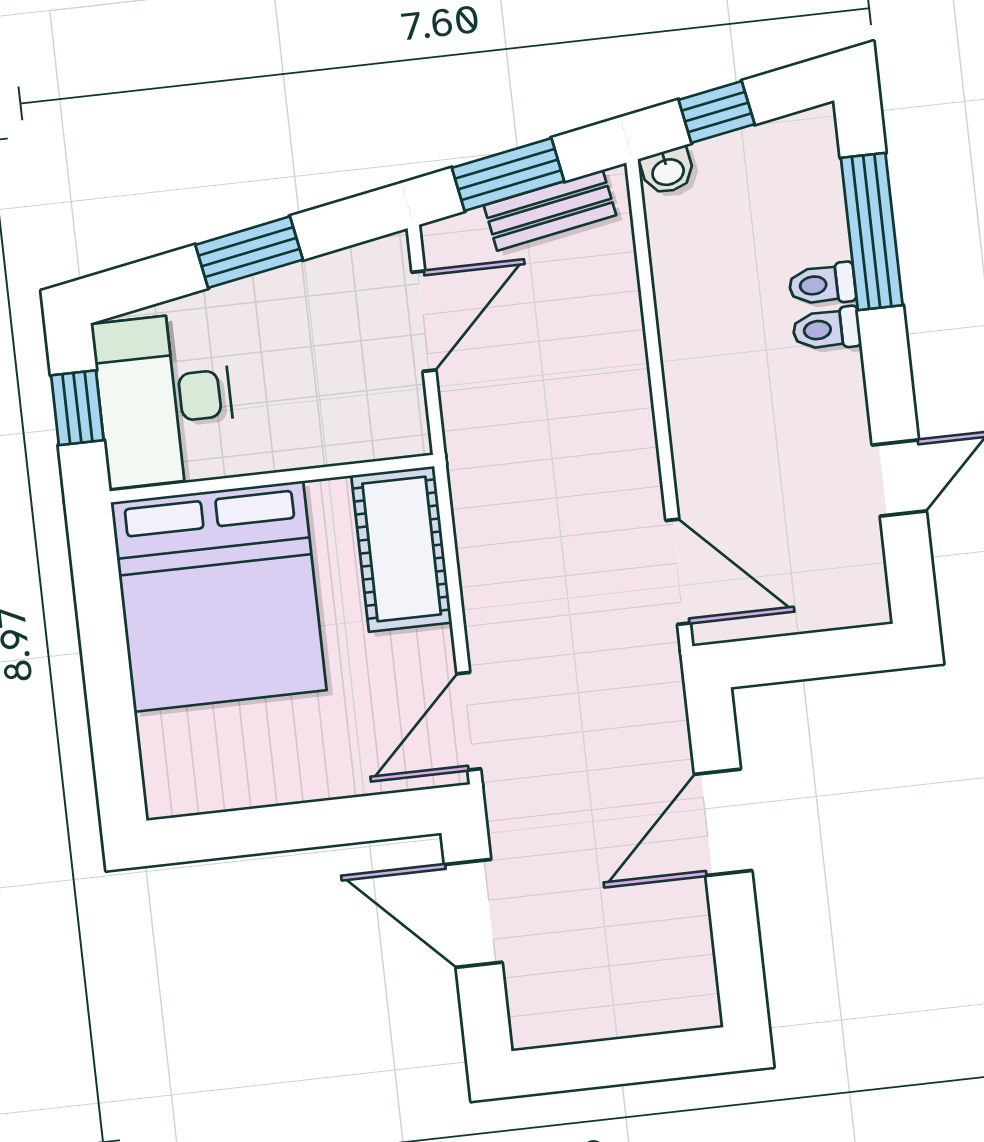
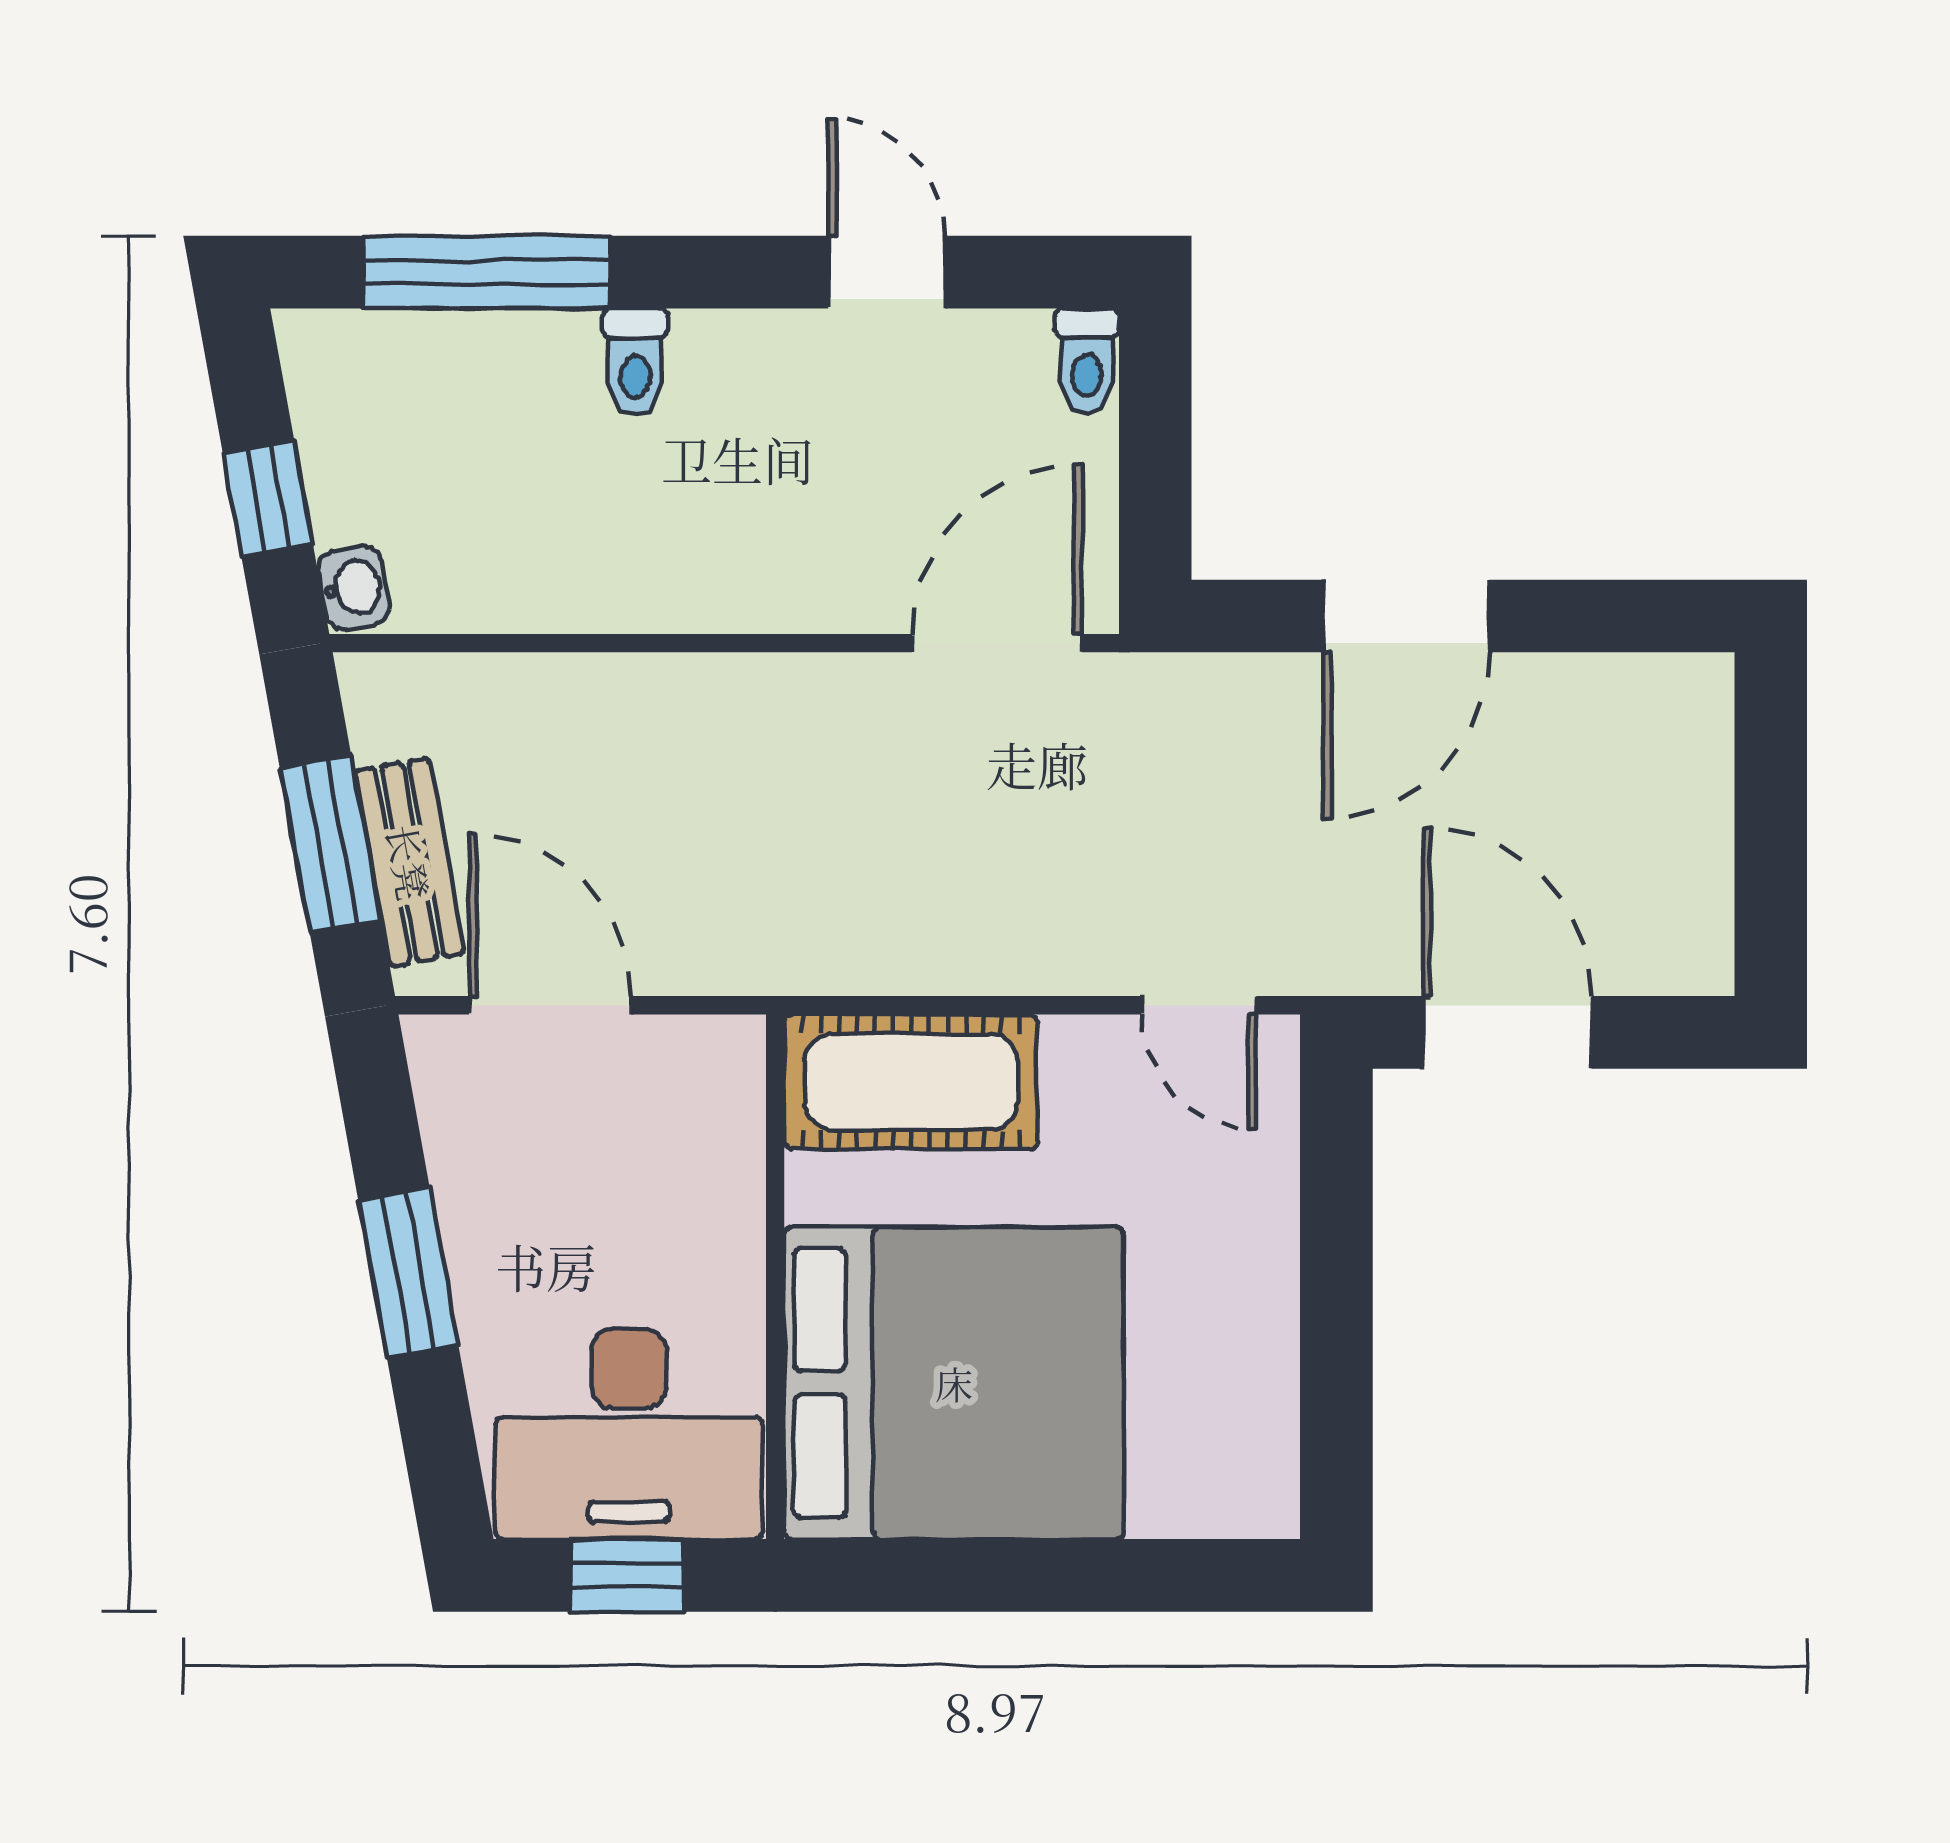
bench: (550, 210) -> (409, 862), moved
toilet: (822, 284) -> (1087, 361), moved
door: (469, 721) -> (1199, 1005), width x0.73
door: (723, 822) -> (1406, 616), hinge flipped
door: (473, 913) -> (1507, 1032), swing flipped

